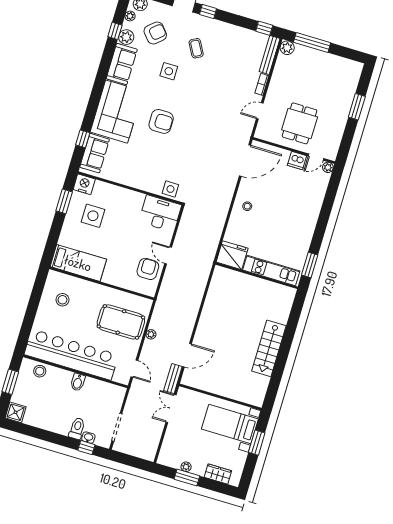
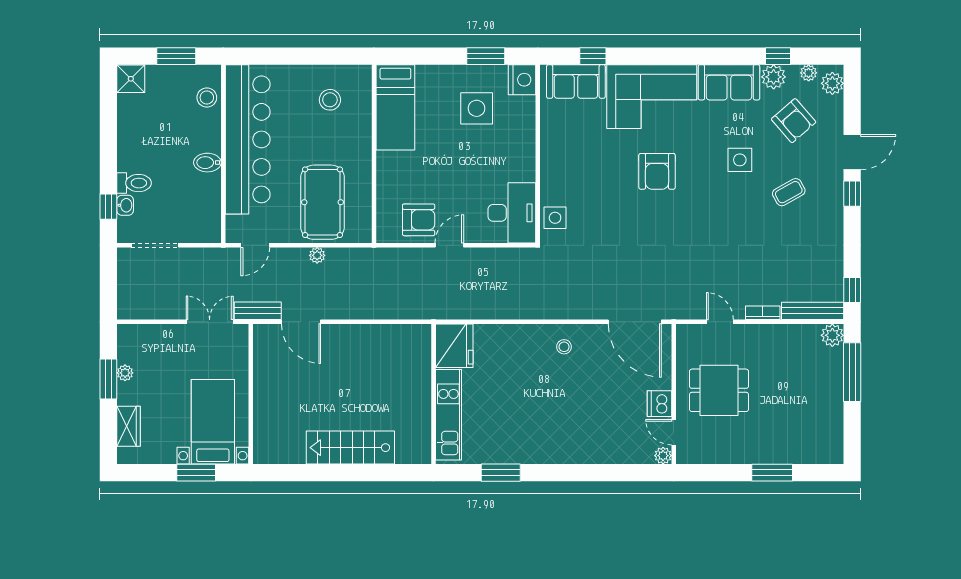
fridge: (232, 255) -> (454, 346), moved
kitchen unit: (271, 271) -> (448, 415), moved
wall: (257, 276) -> (434, 394), moved

